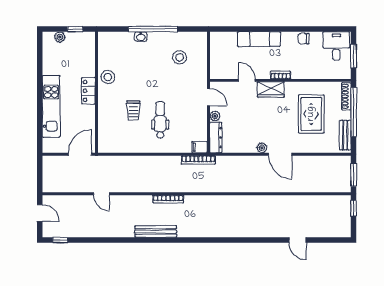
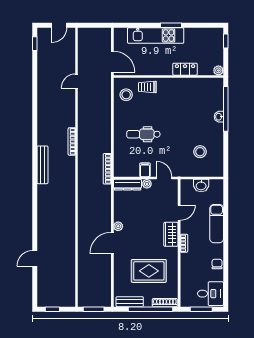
window: (75, 29) -> (226, 41), moved
window: (153, 29) -> (226, 109), moved
plant: (60, 37) -> (218, 70), moved
washbasin: (217, 56) -> (201, 185), added
stool: (108, 77) -> (126, 95), moved
window: (40, 89) -> (171, 25), added
locker: (88, 91) -> (185, 69), moved
door: (209, 97) -> (164, 178), swing flipped
trolley: (133, 110) -> (147, 87), moved
dental chair: (160, 120) -> (143, 134), turned 180
filing cabinet: (200, 147) -> (145, 170), moved
window: (354, 208) -> (52, 309), moved
bench: (156, 231) -> (42, 165), moved

